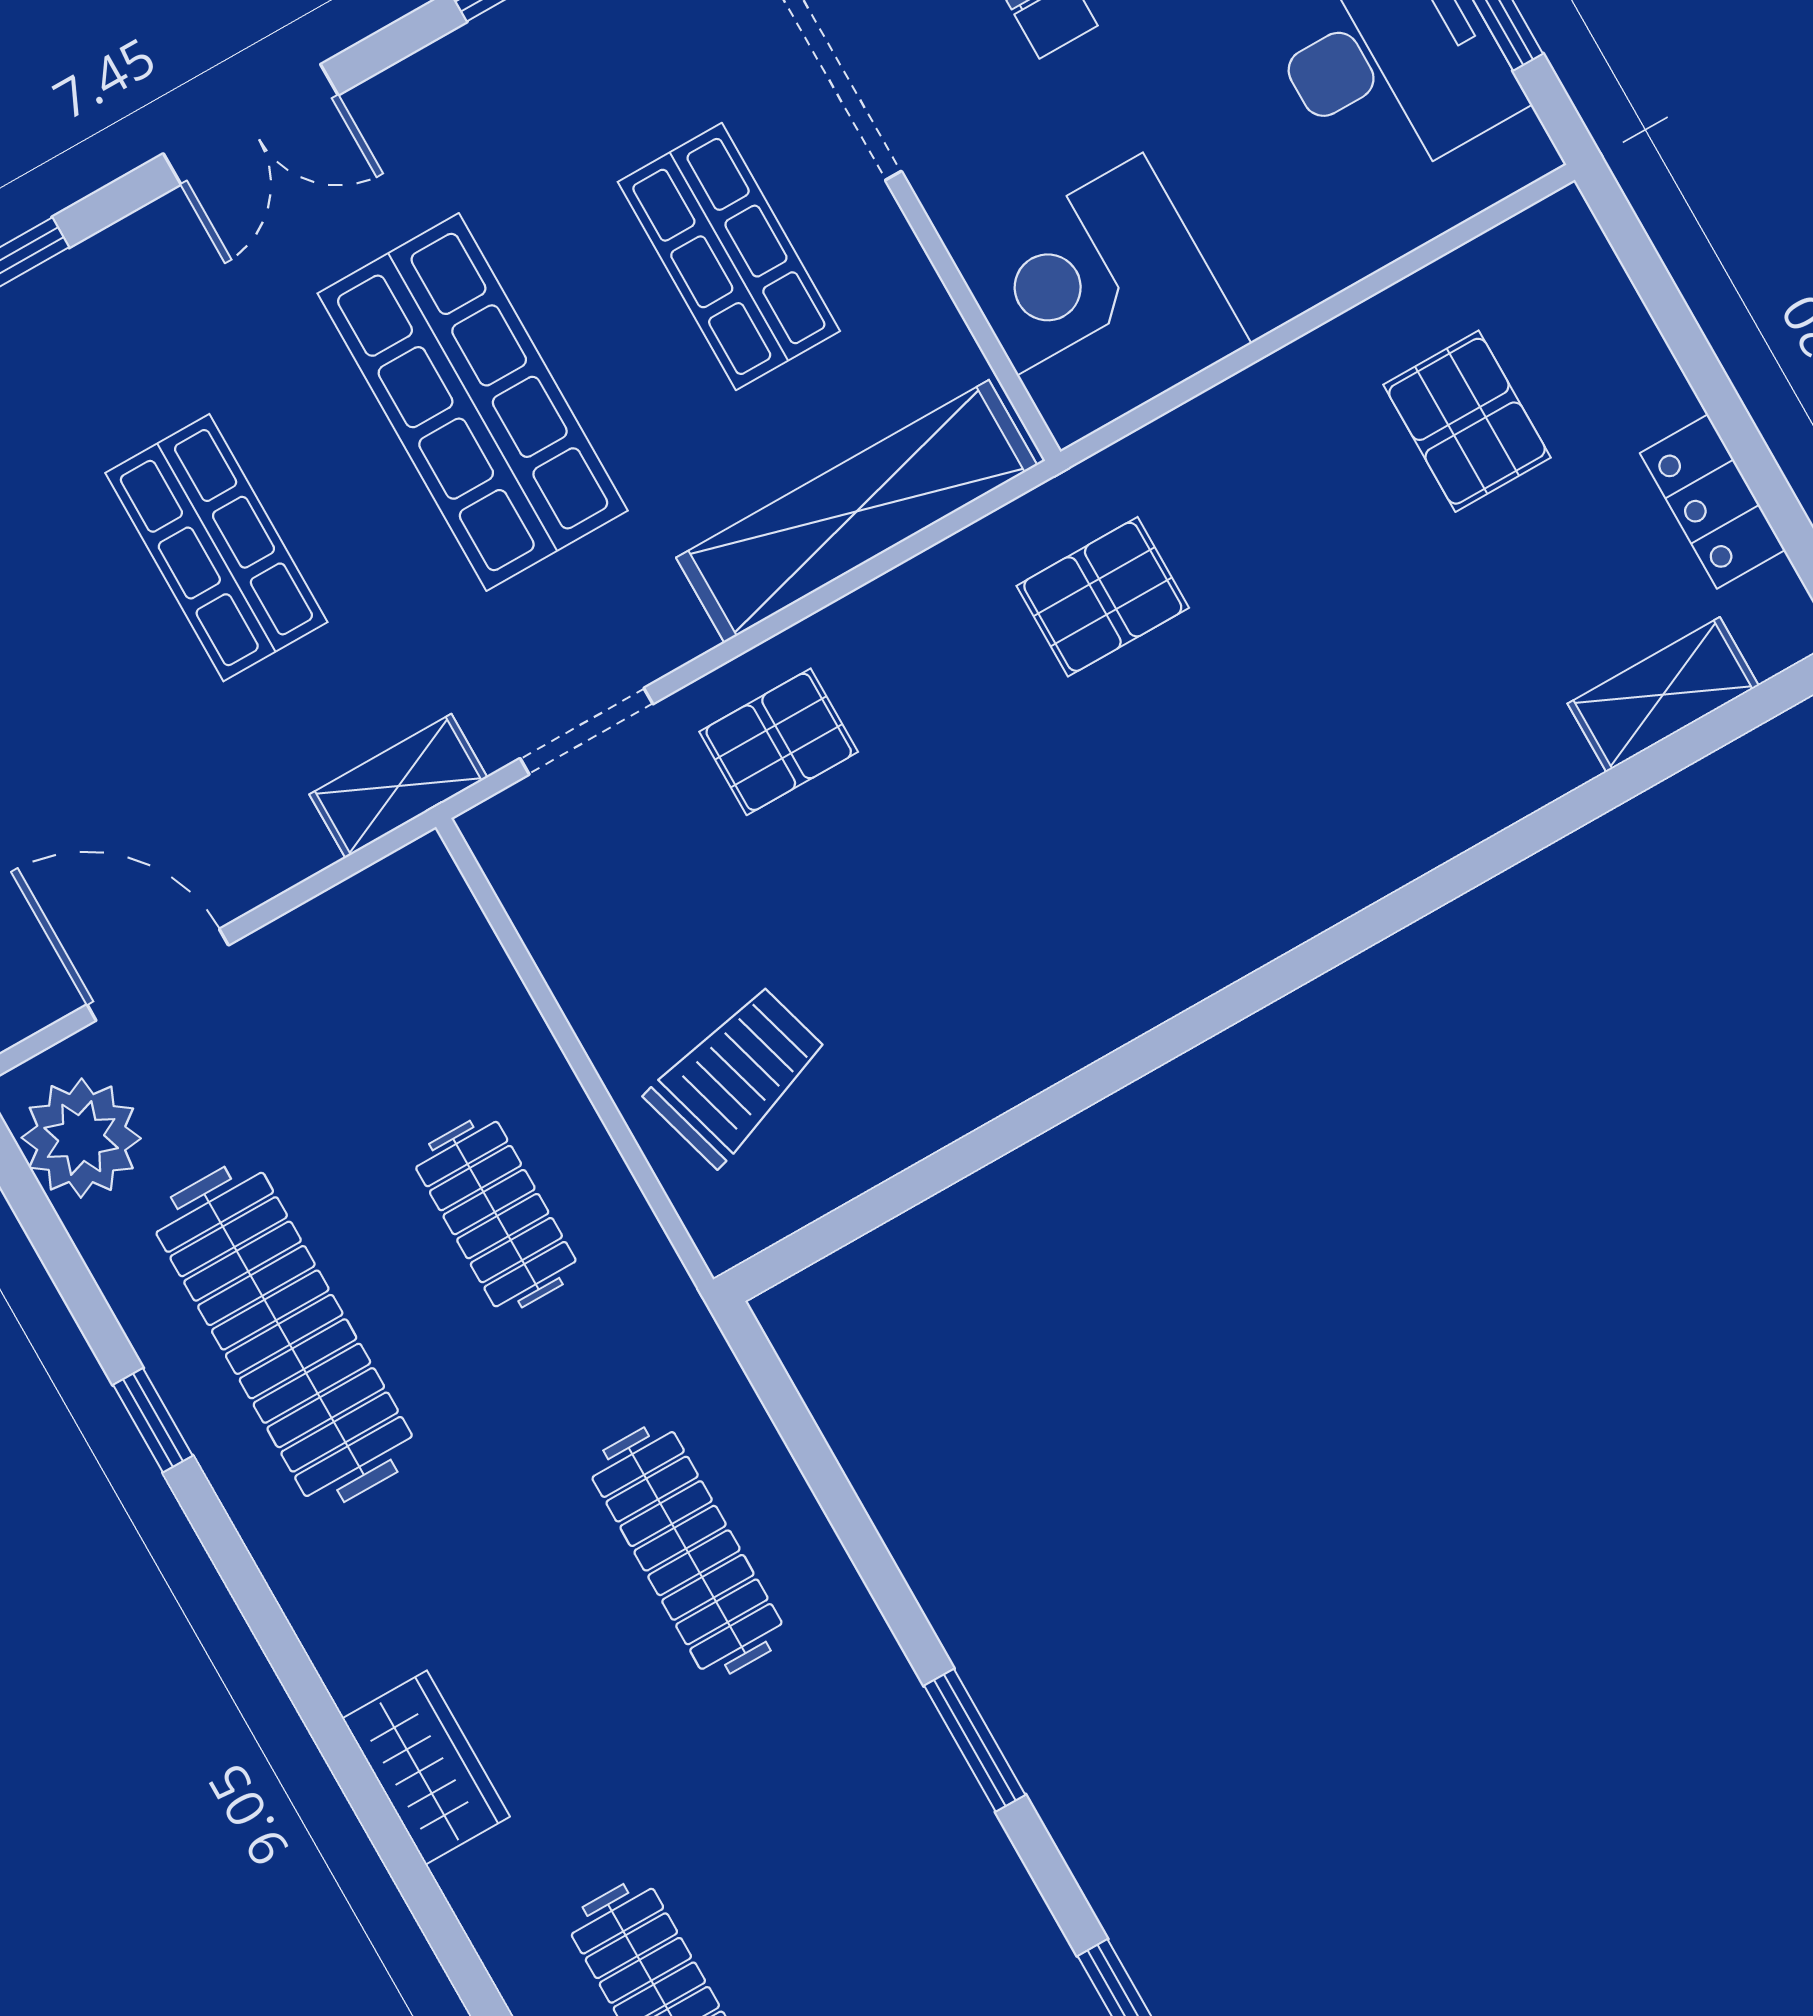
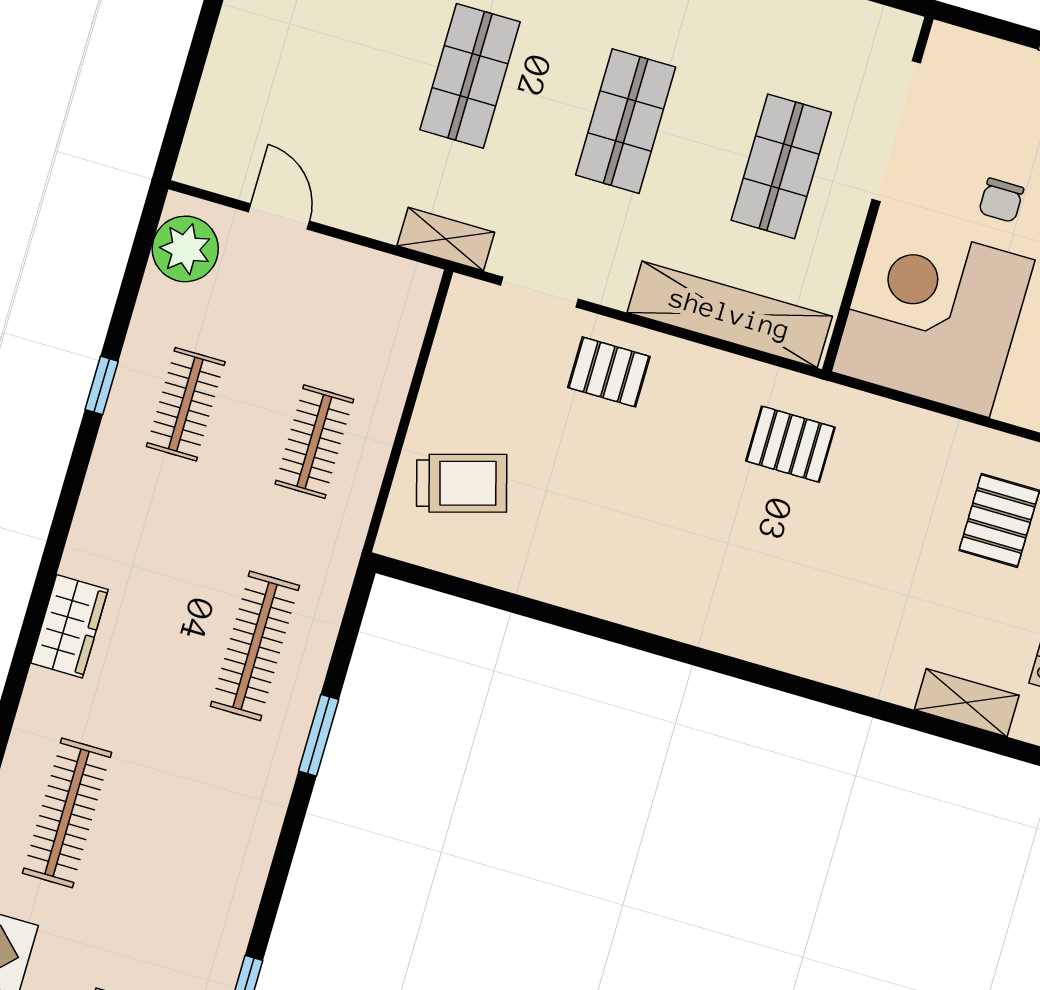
corner desk: (1102, 302) -> (933, 316), width x1.36, depth x1.36
shop shelf: (473, 402) -> (626, 121), width x0.70, depth x0.74
door: (158, 975) -> (279, 216), width x0.73
clothes rail: (284, 1334) -> (186, 404), width x0.54, depth x0.76
window: (975, 1740) -> (319, 735), moved

